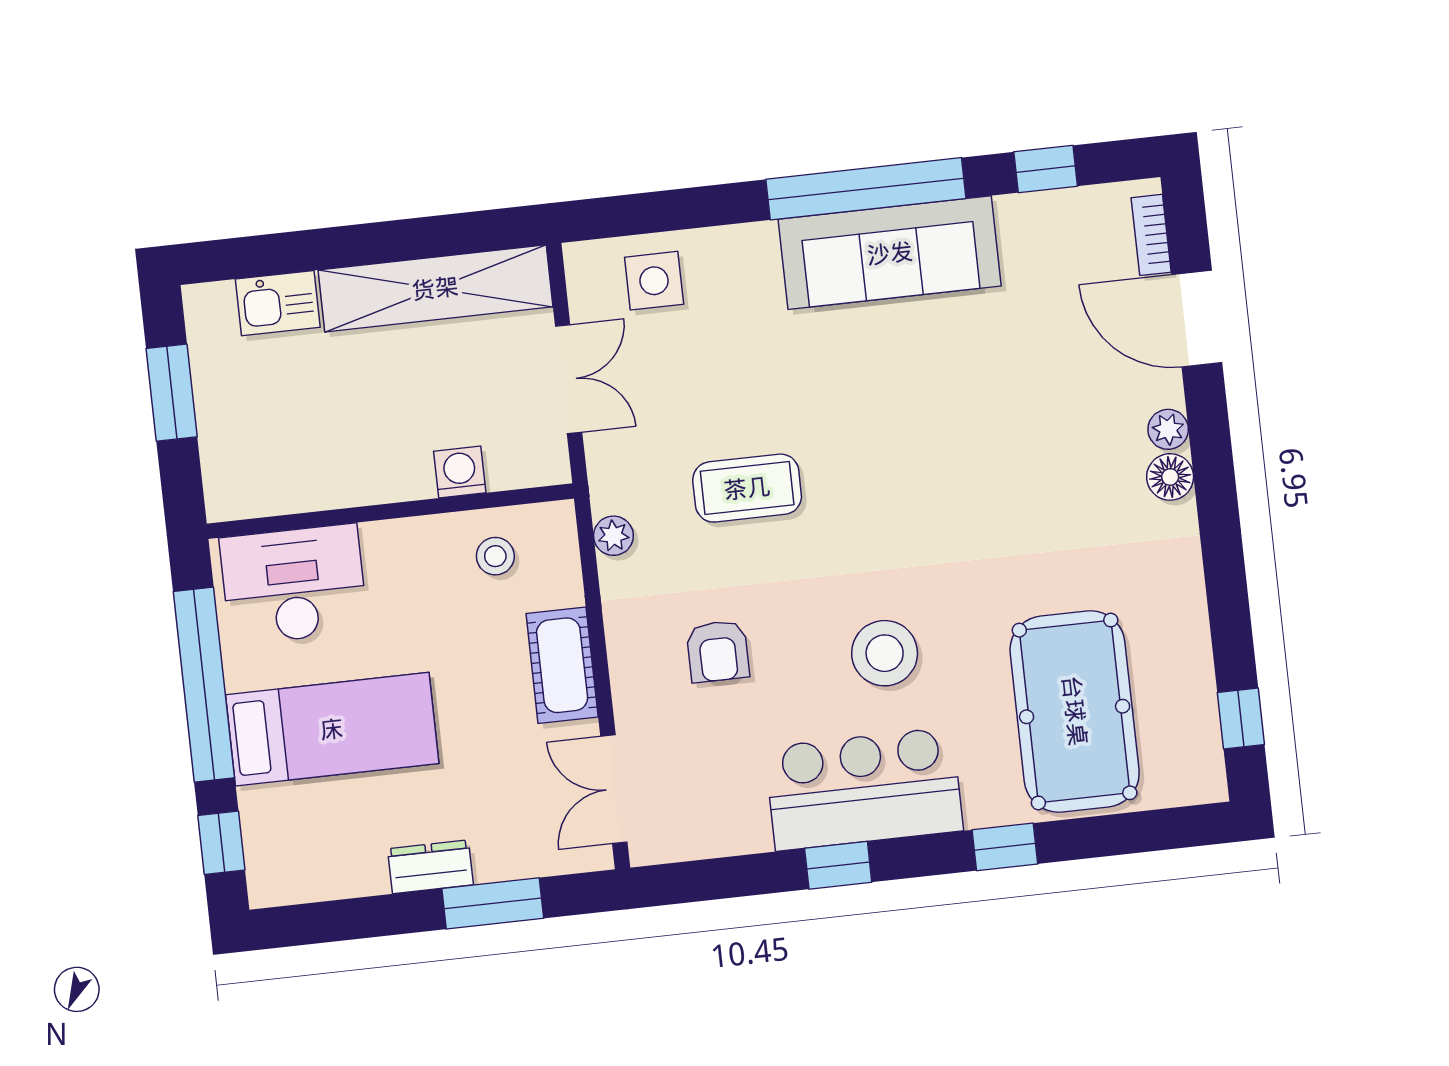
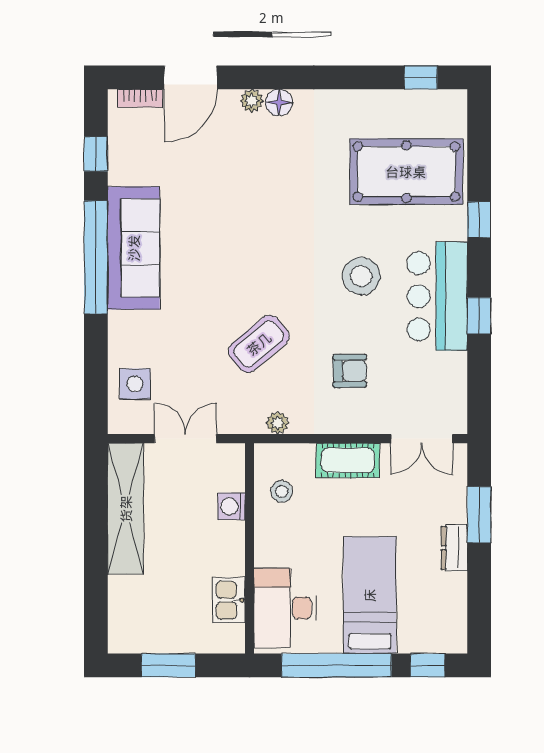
kitchen sink: (278, 303) -> (229, 600), moved, turned 180
coffee table: (747, 488) -> (259, 344), turned 50

